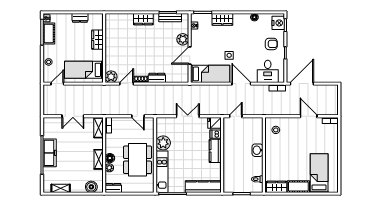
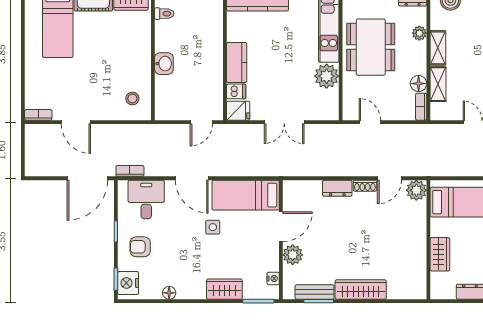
wardrobe: (143, 19) -> (361, 290), width x1.50
shelving: (98, 128) -> (438, 84), moved
floor lamp: (110, 158) -> (419, 84), moved

